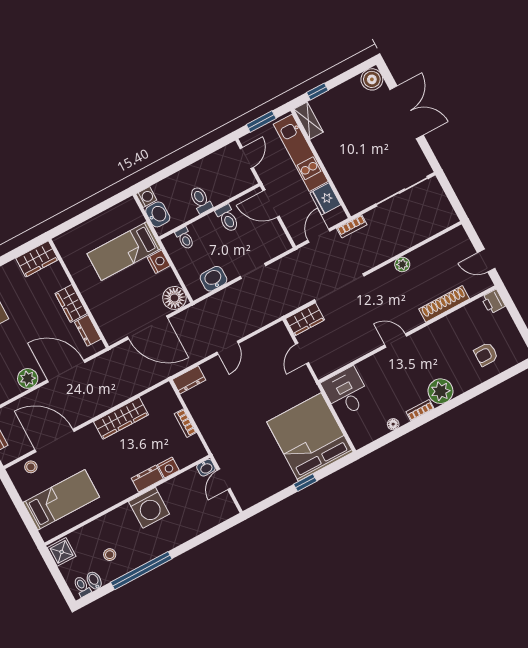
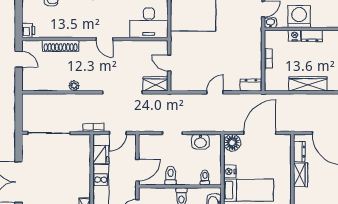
door: (271, 204) -> (137, 170), hinge flipped
door: (147, 328) -> (260, 133), hinge flipped
door: (302, 353) -> (169, 63), swing flipped
desk: (346, 392) -> (149, 23), width x1.37
washing machine: (149, 508) -> (299, 16), moved

